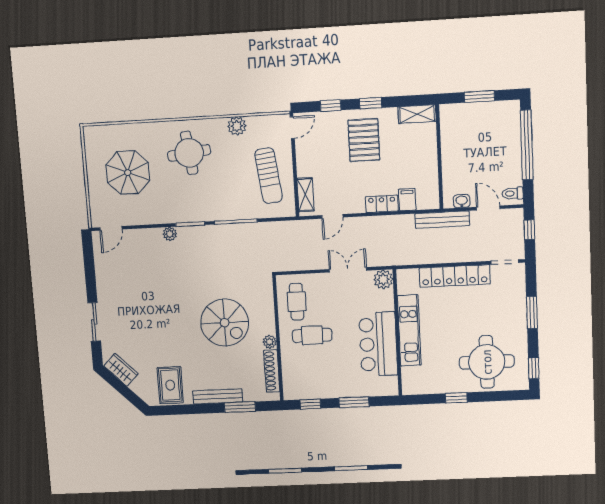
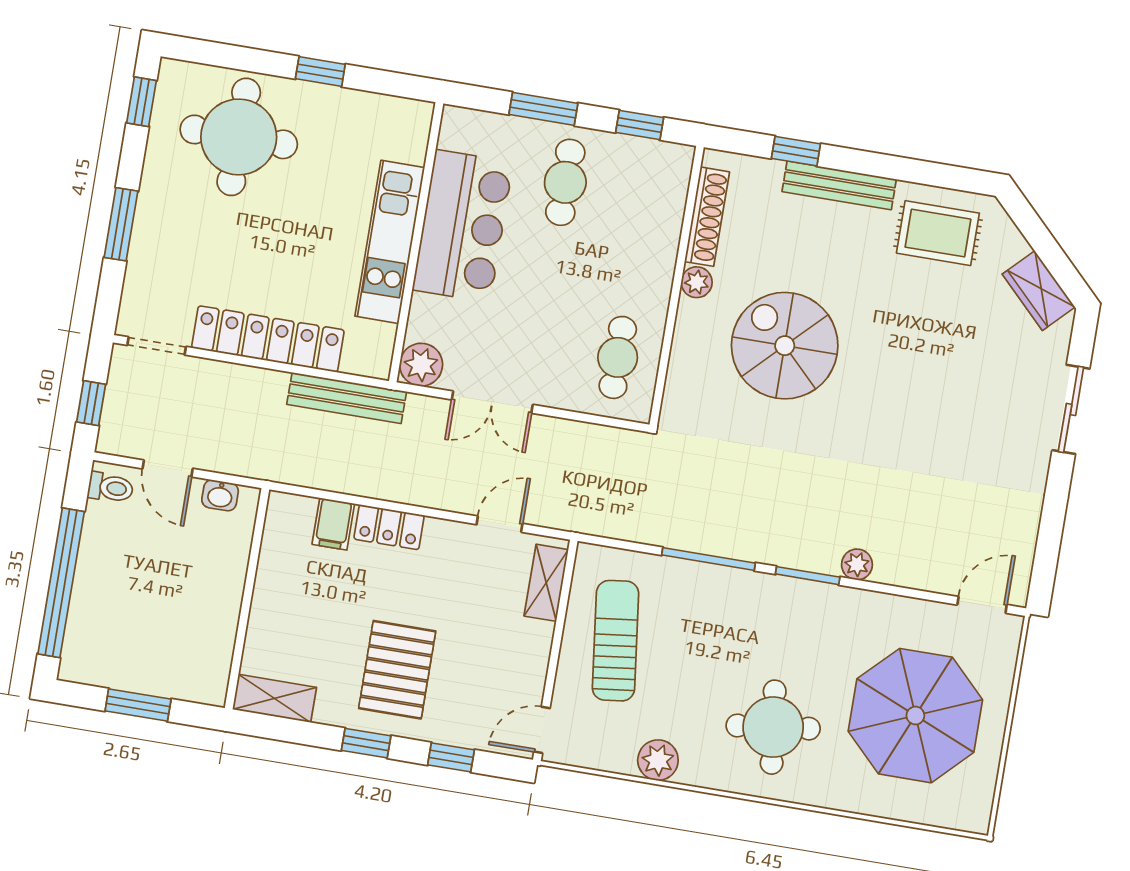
parasol: (128, 173) -> (915, 716), width x1.36, depth x1.36
bench: (442, 220) -> (347, 398), moved
cafe table: (312, 335) -> (565, 182), moved, turned 90
rug: (170, 385) -> (938, 233), turned 90
window: (240, 407) -> (796, 151), width x0.67

